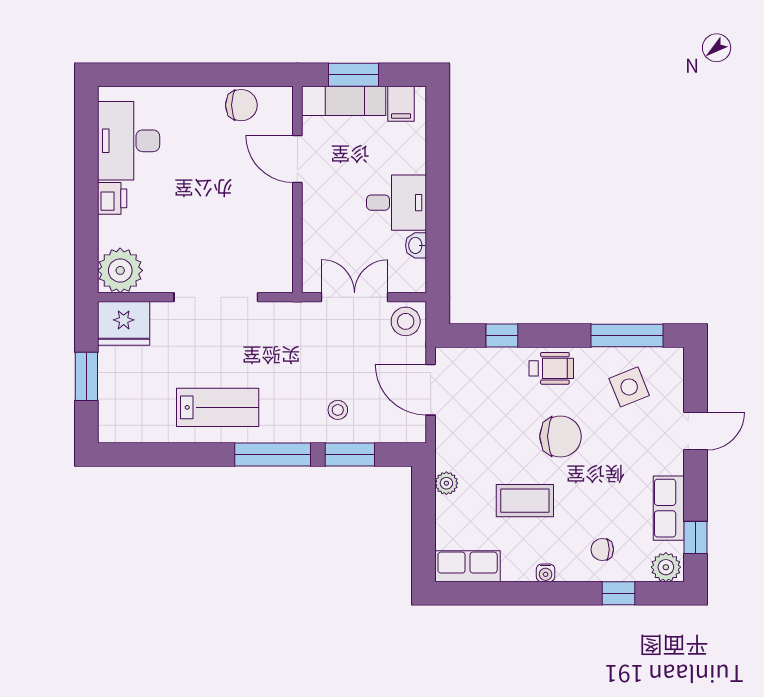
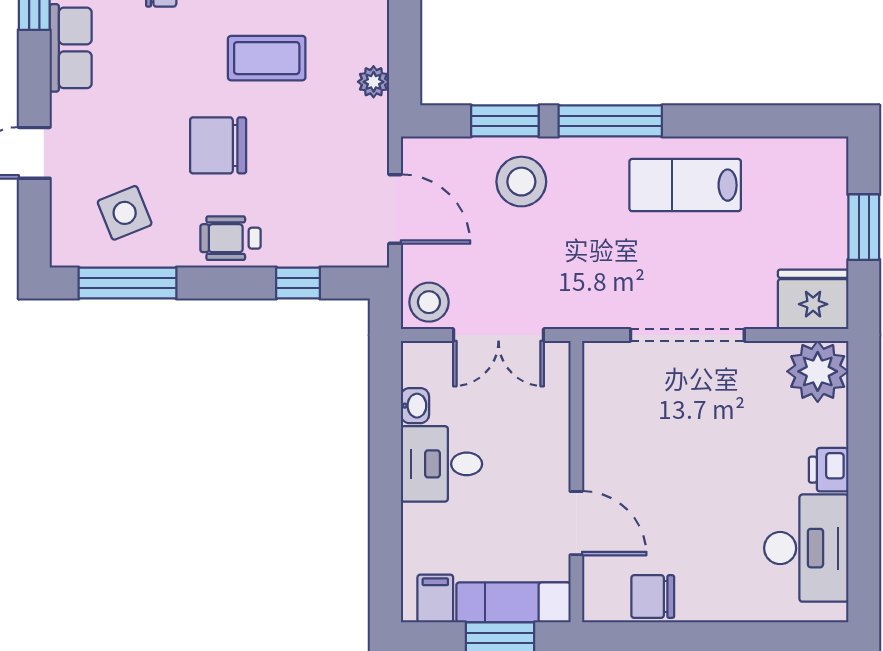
stool: (338, 410) -> (521, 182), width x1.89, depth x1.89

